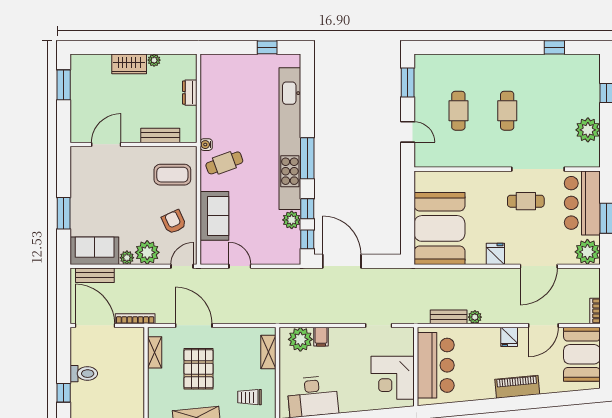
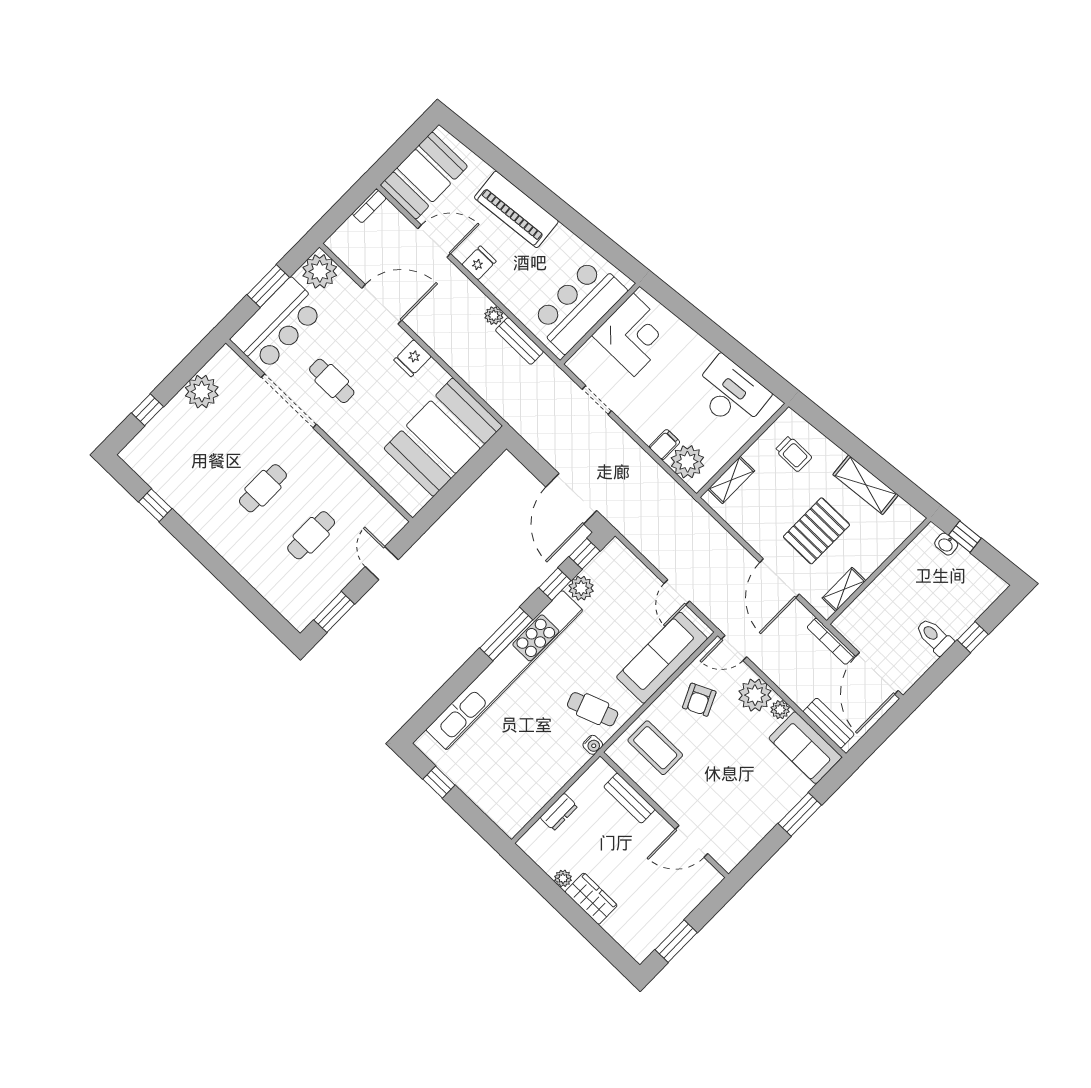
sofa: (214, 216) -> (662, 658), width x1.36
piano: (517, 387) -> (516, 209), width x1.37, depth x1.33

